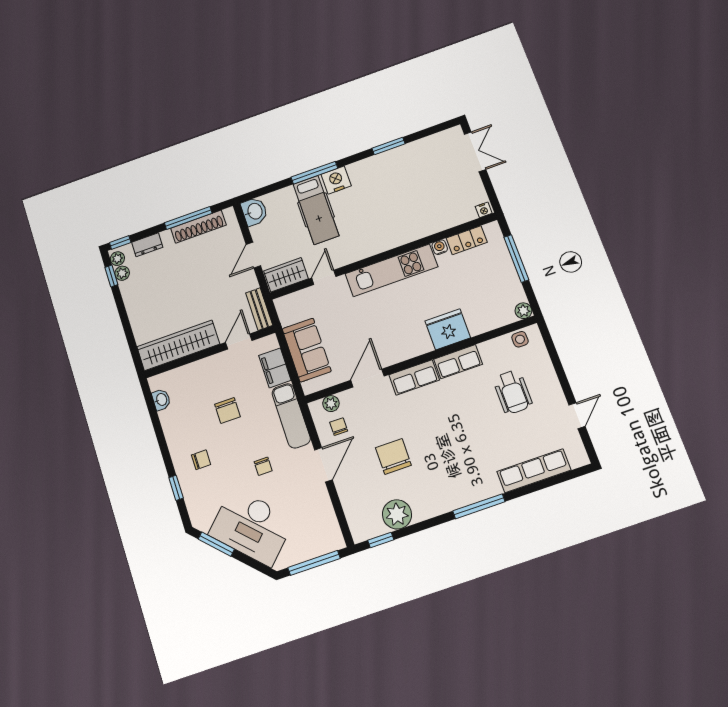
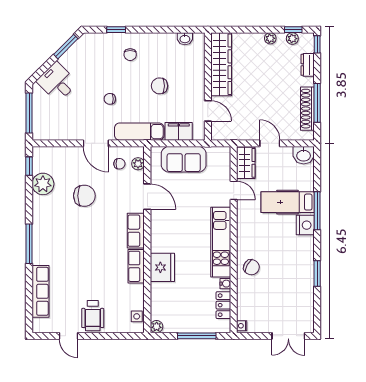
chair: (409, 224) -> (251, 267), added
plant: (117, 259) -> (270, 38), moved
bench: (259, 309) -> (227, 134), removed
wheelchair: (513, 392) -> (93, 316), moved, turned -90
desk: (251, 527) -> (57, 82), width x0.53, depth x0.77

